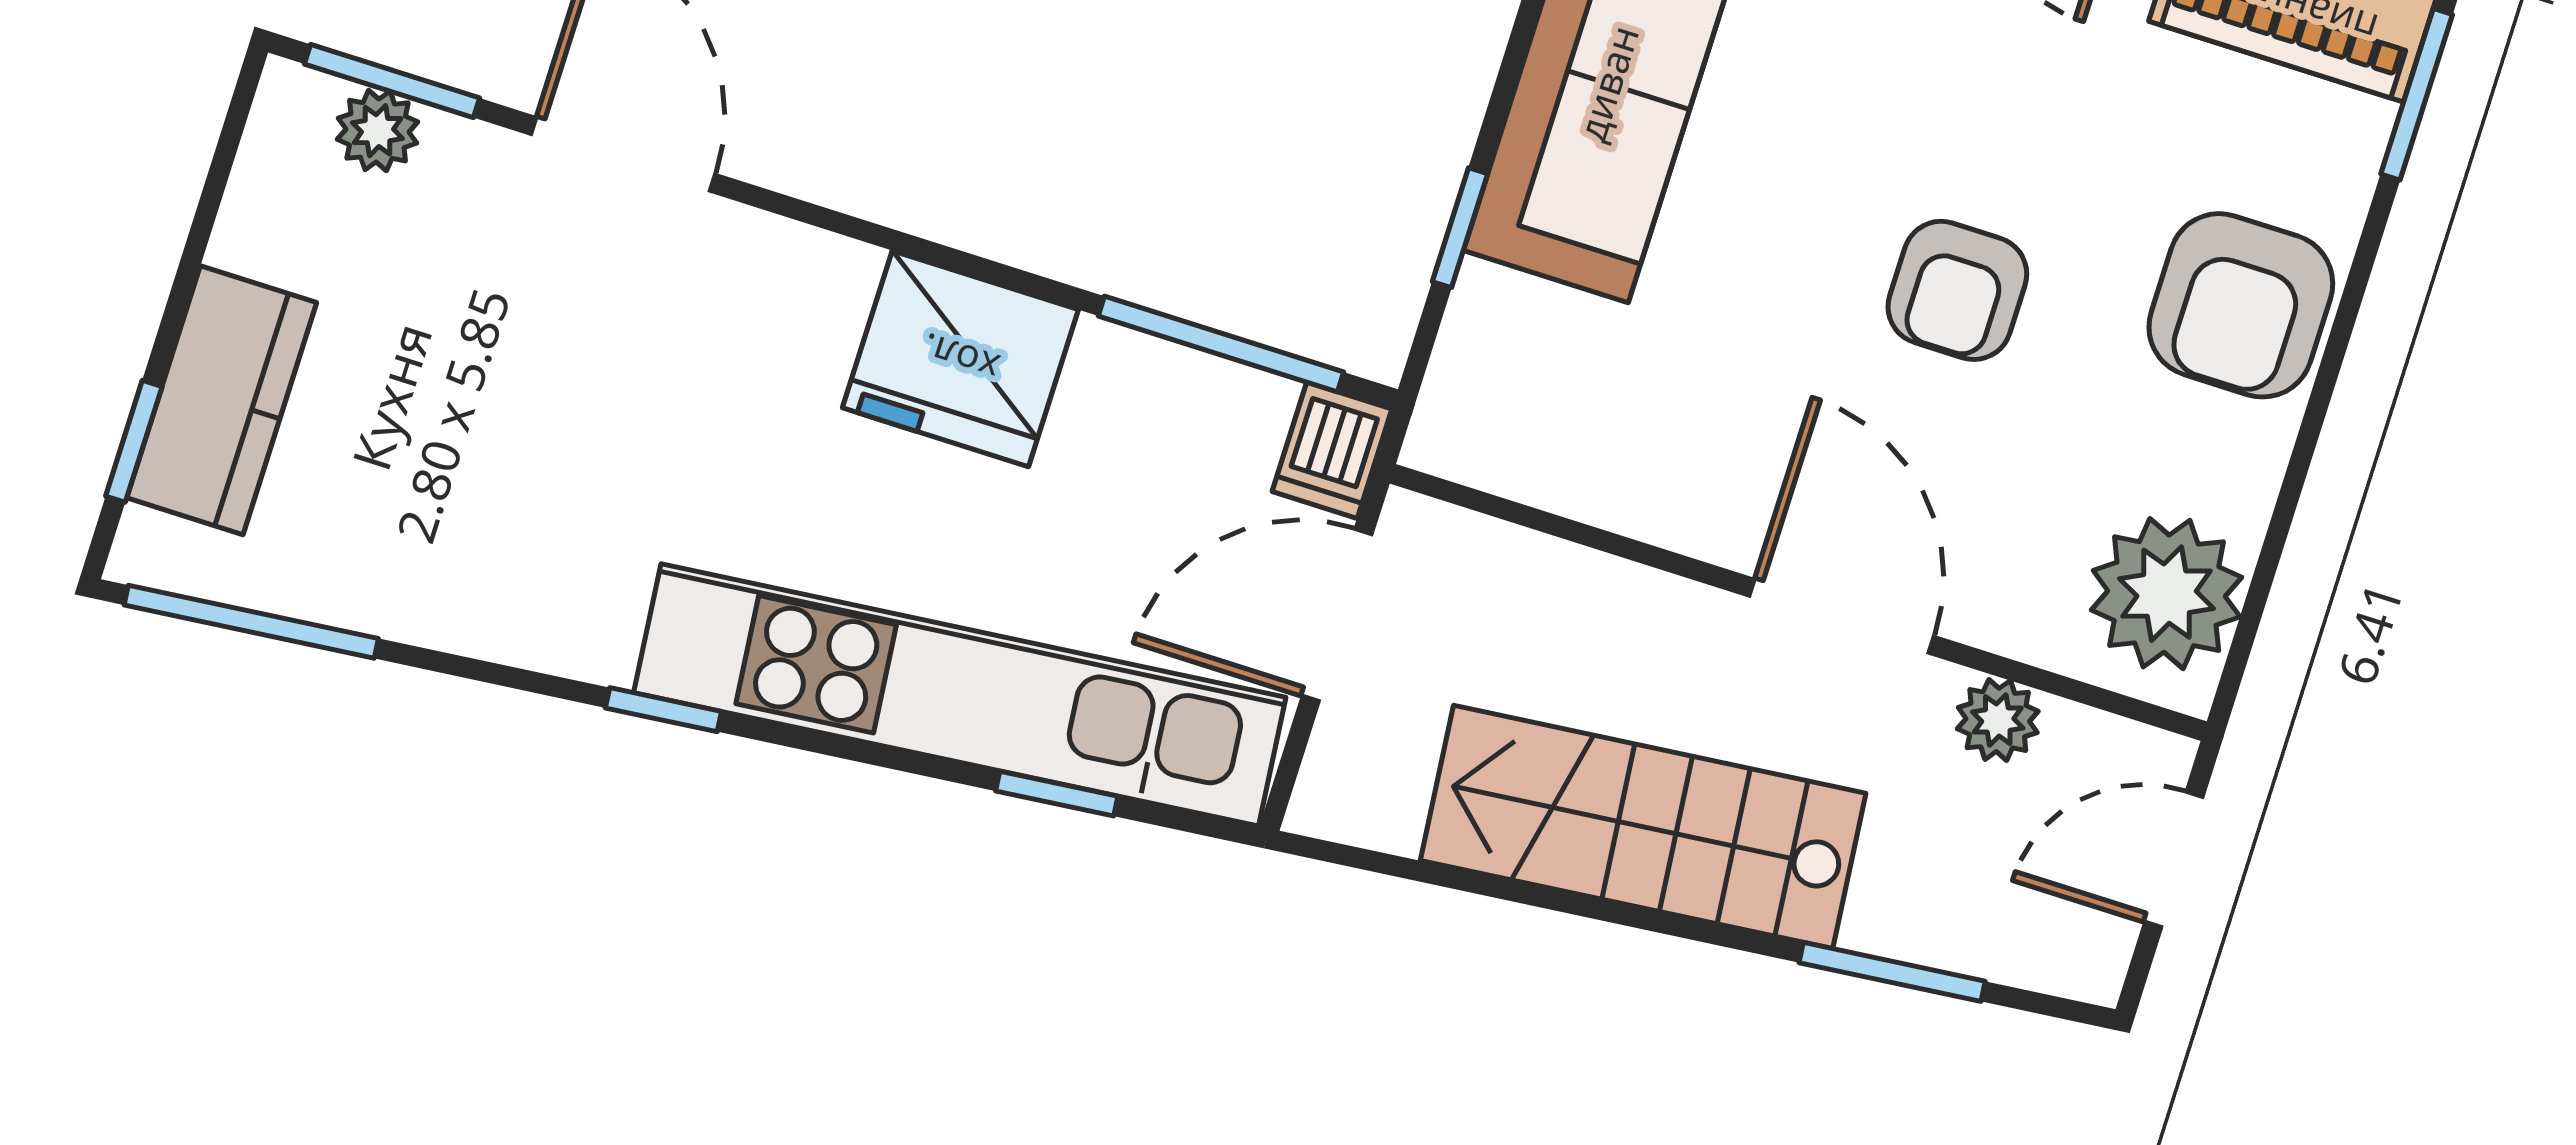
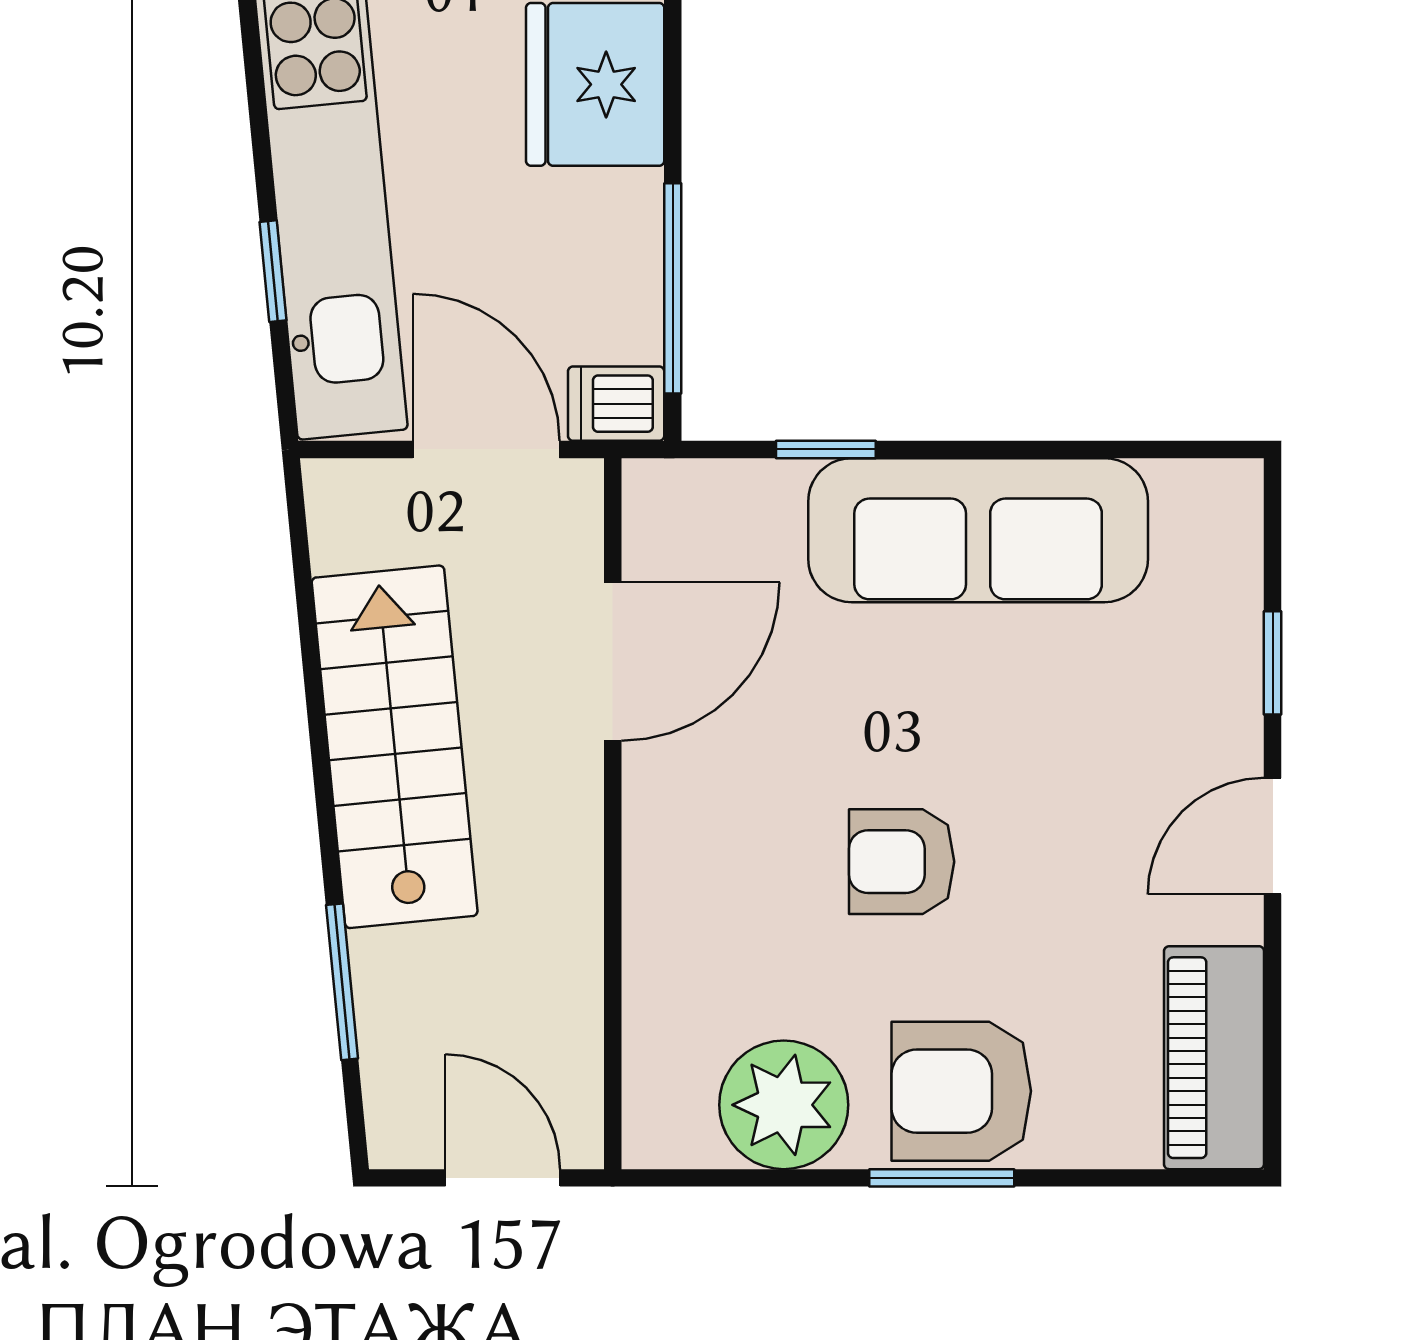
window: (2417, 94) -> (942, 1178), moved
plant: (2167, 594) -> (784, 1105), moved
door: (1842, 616) -> (613, 662), moved
plant: (1998, 720) -> (569, 1002), removed

